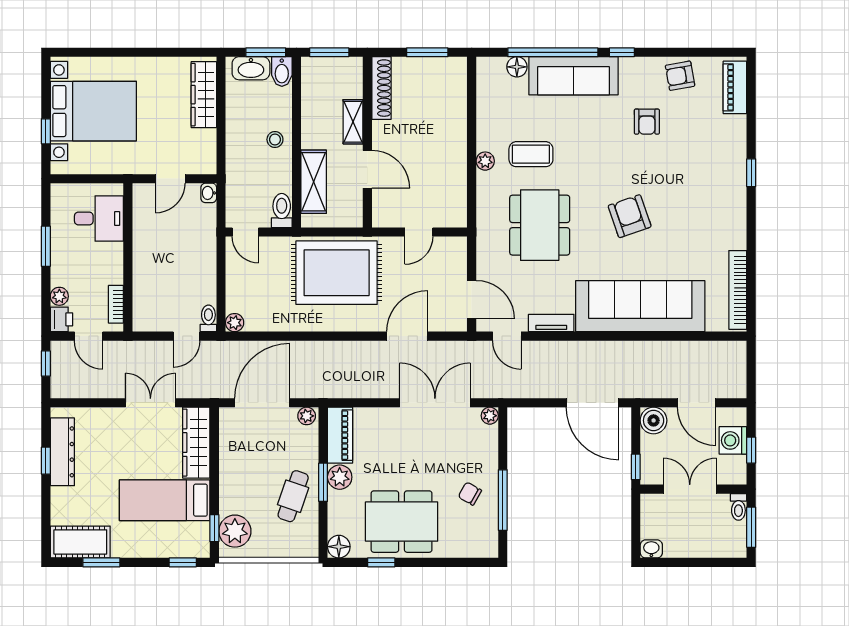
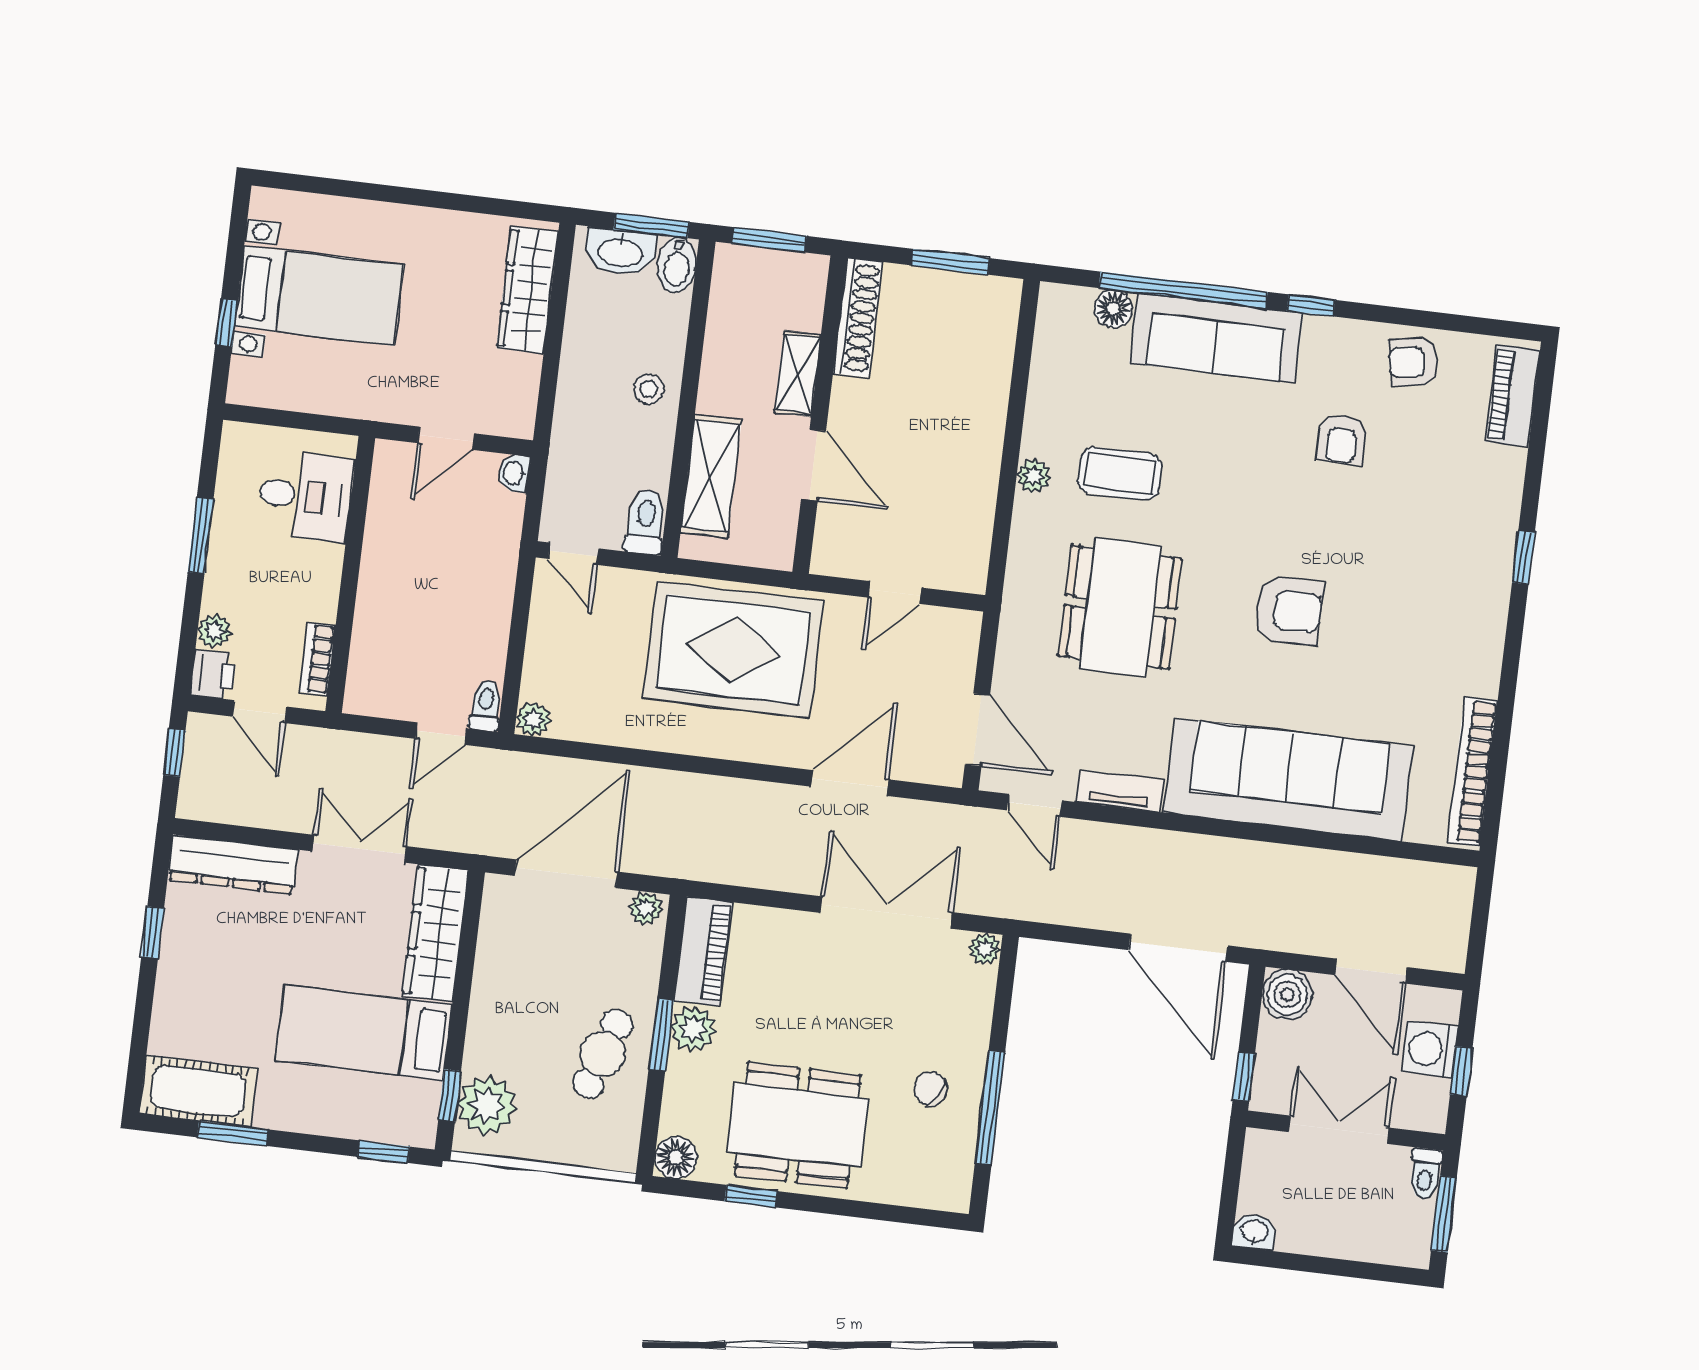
bed with nightstands: (93, 111) -> (319, 296), width x0.73
armchair: (630, 216) -> (1289, 611), turned 109
dresser: (62, 452) -> (233, 864), moved, turned 90

